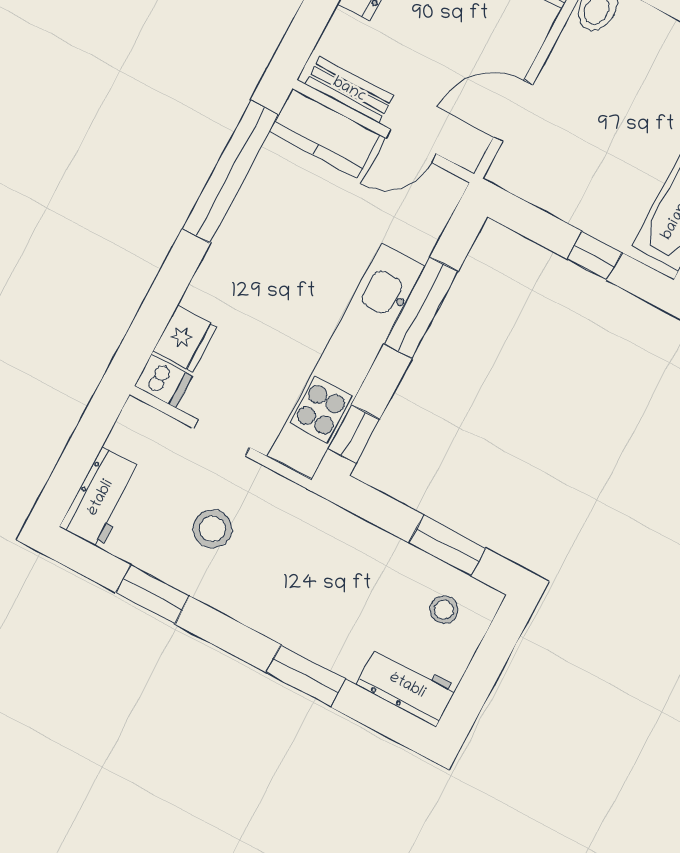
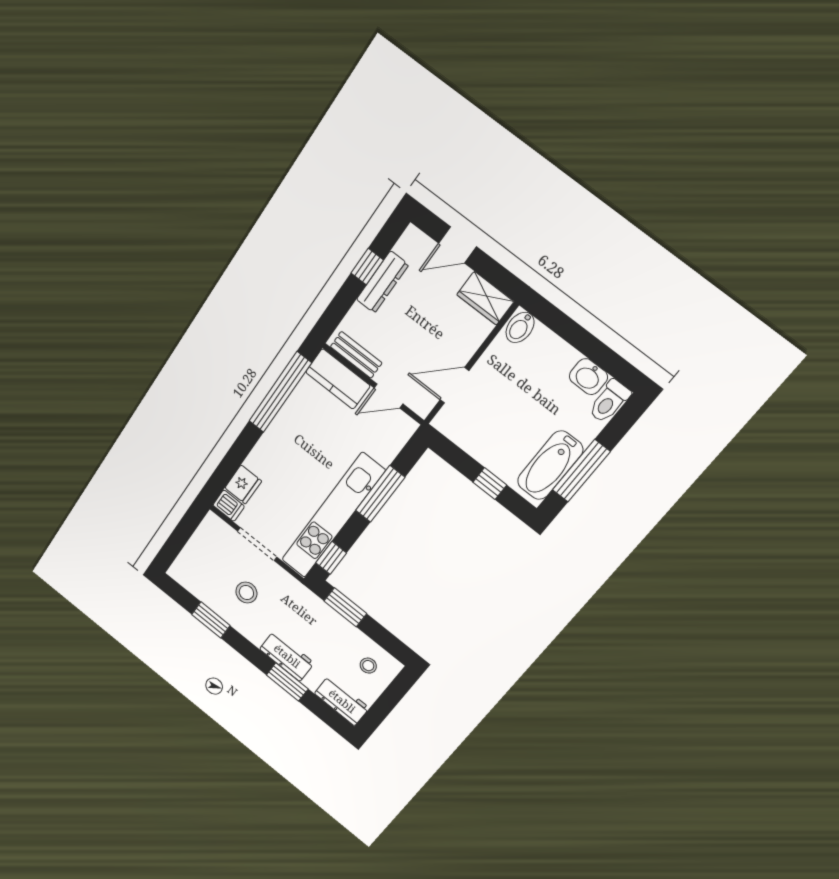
doorway: (222, 438) -> (257, 544), width x1.38
workbench: (101, 498) -> (287, 656), moved, turned -90
window: (447, 545) -> (345, 607), moved

